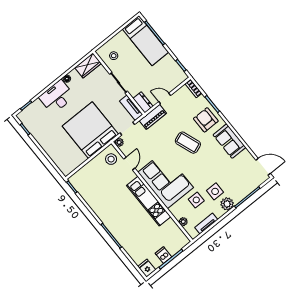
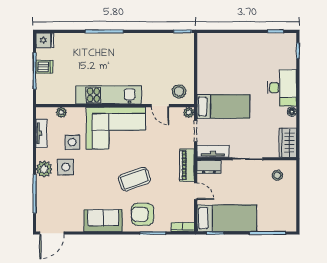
bed: (145, 41) -> (227, 218), moved, turned 180
door: (165, 98) -> (196, 191), hinge flipped
armchair: (206, 120) -> (142, 214), turned 180
bed: (90, 130) -> (223, 106), width x0.49

